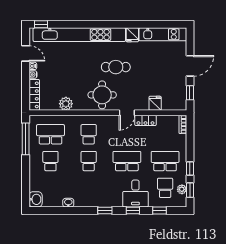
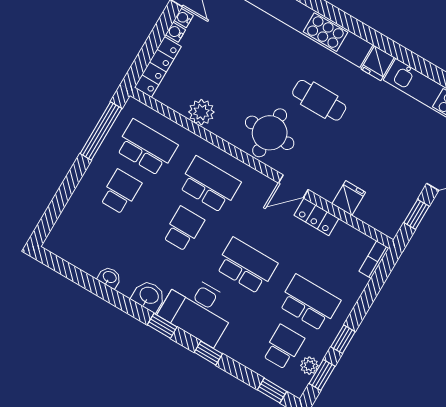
school desk: (89, 134) -> (209, 185), width x1.85
desk: (135, 193) -> (198, 309), moved, width x1.37
washbasin: (36, 199) -> (149, 296), moved, turned -90
window: (160, 210) -> (272, 391), moved

